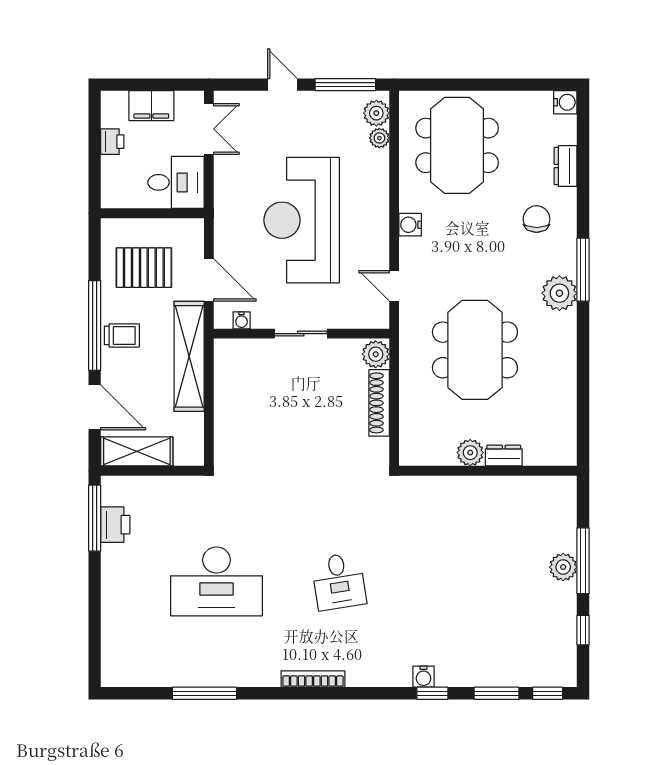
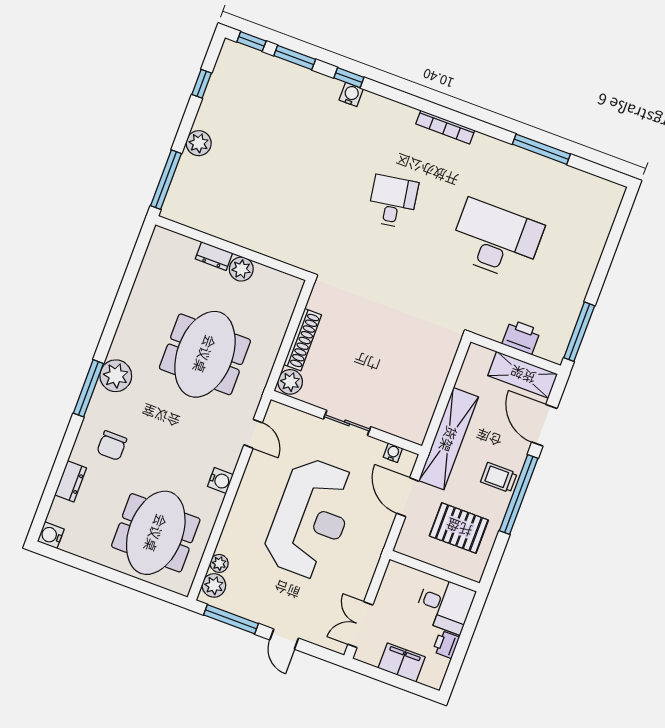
desk: (176, 182) -> (445, 605), moved, turned 180
printer: (115, 525) -> (521, 337), moved, turned 90
window: (583, 561) -> (166, 180), moved

